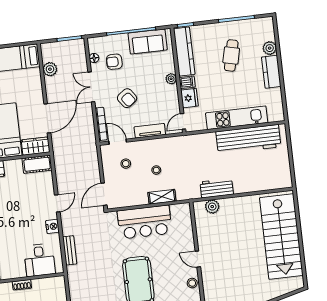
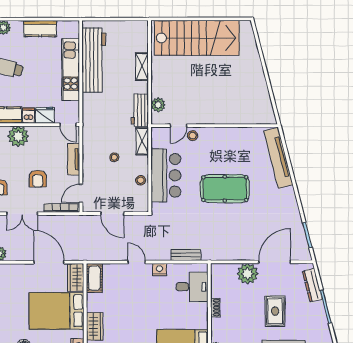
kitchen counter: (271, 72) -> (40, 29), moved
plant: (171, 79) -> (18, 136), width x1.87, depth x1.87
armchair: (127, 98) -> (38, 179), turned 126
stool: (126, 164) -> (141, 180), moved
shelving: (247, 187) -> (142, 67), added
workbench: (217, 188) -> (140, 110), moved
door: (104, 194) -> (112, 213), moved
shelving: (162, 197) -> (142, 141), moved
door: (198, 259) -> (178, 126), moved
stool: (192, 283) -> (193, 136), moved

